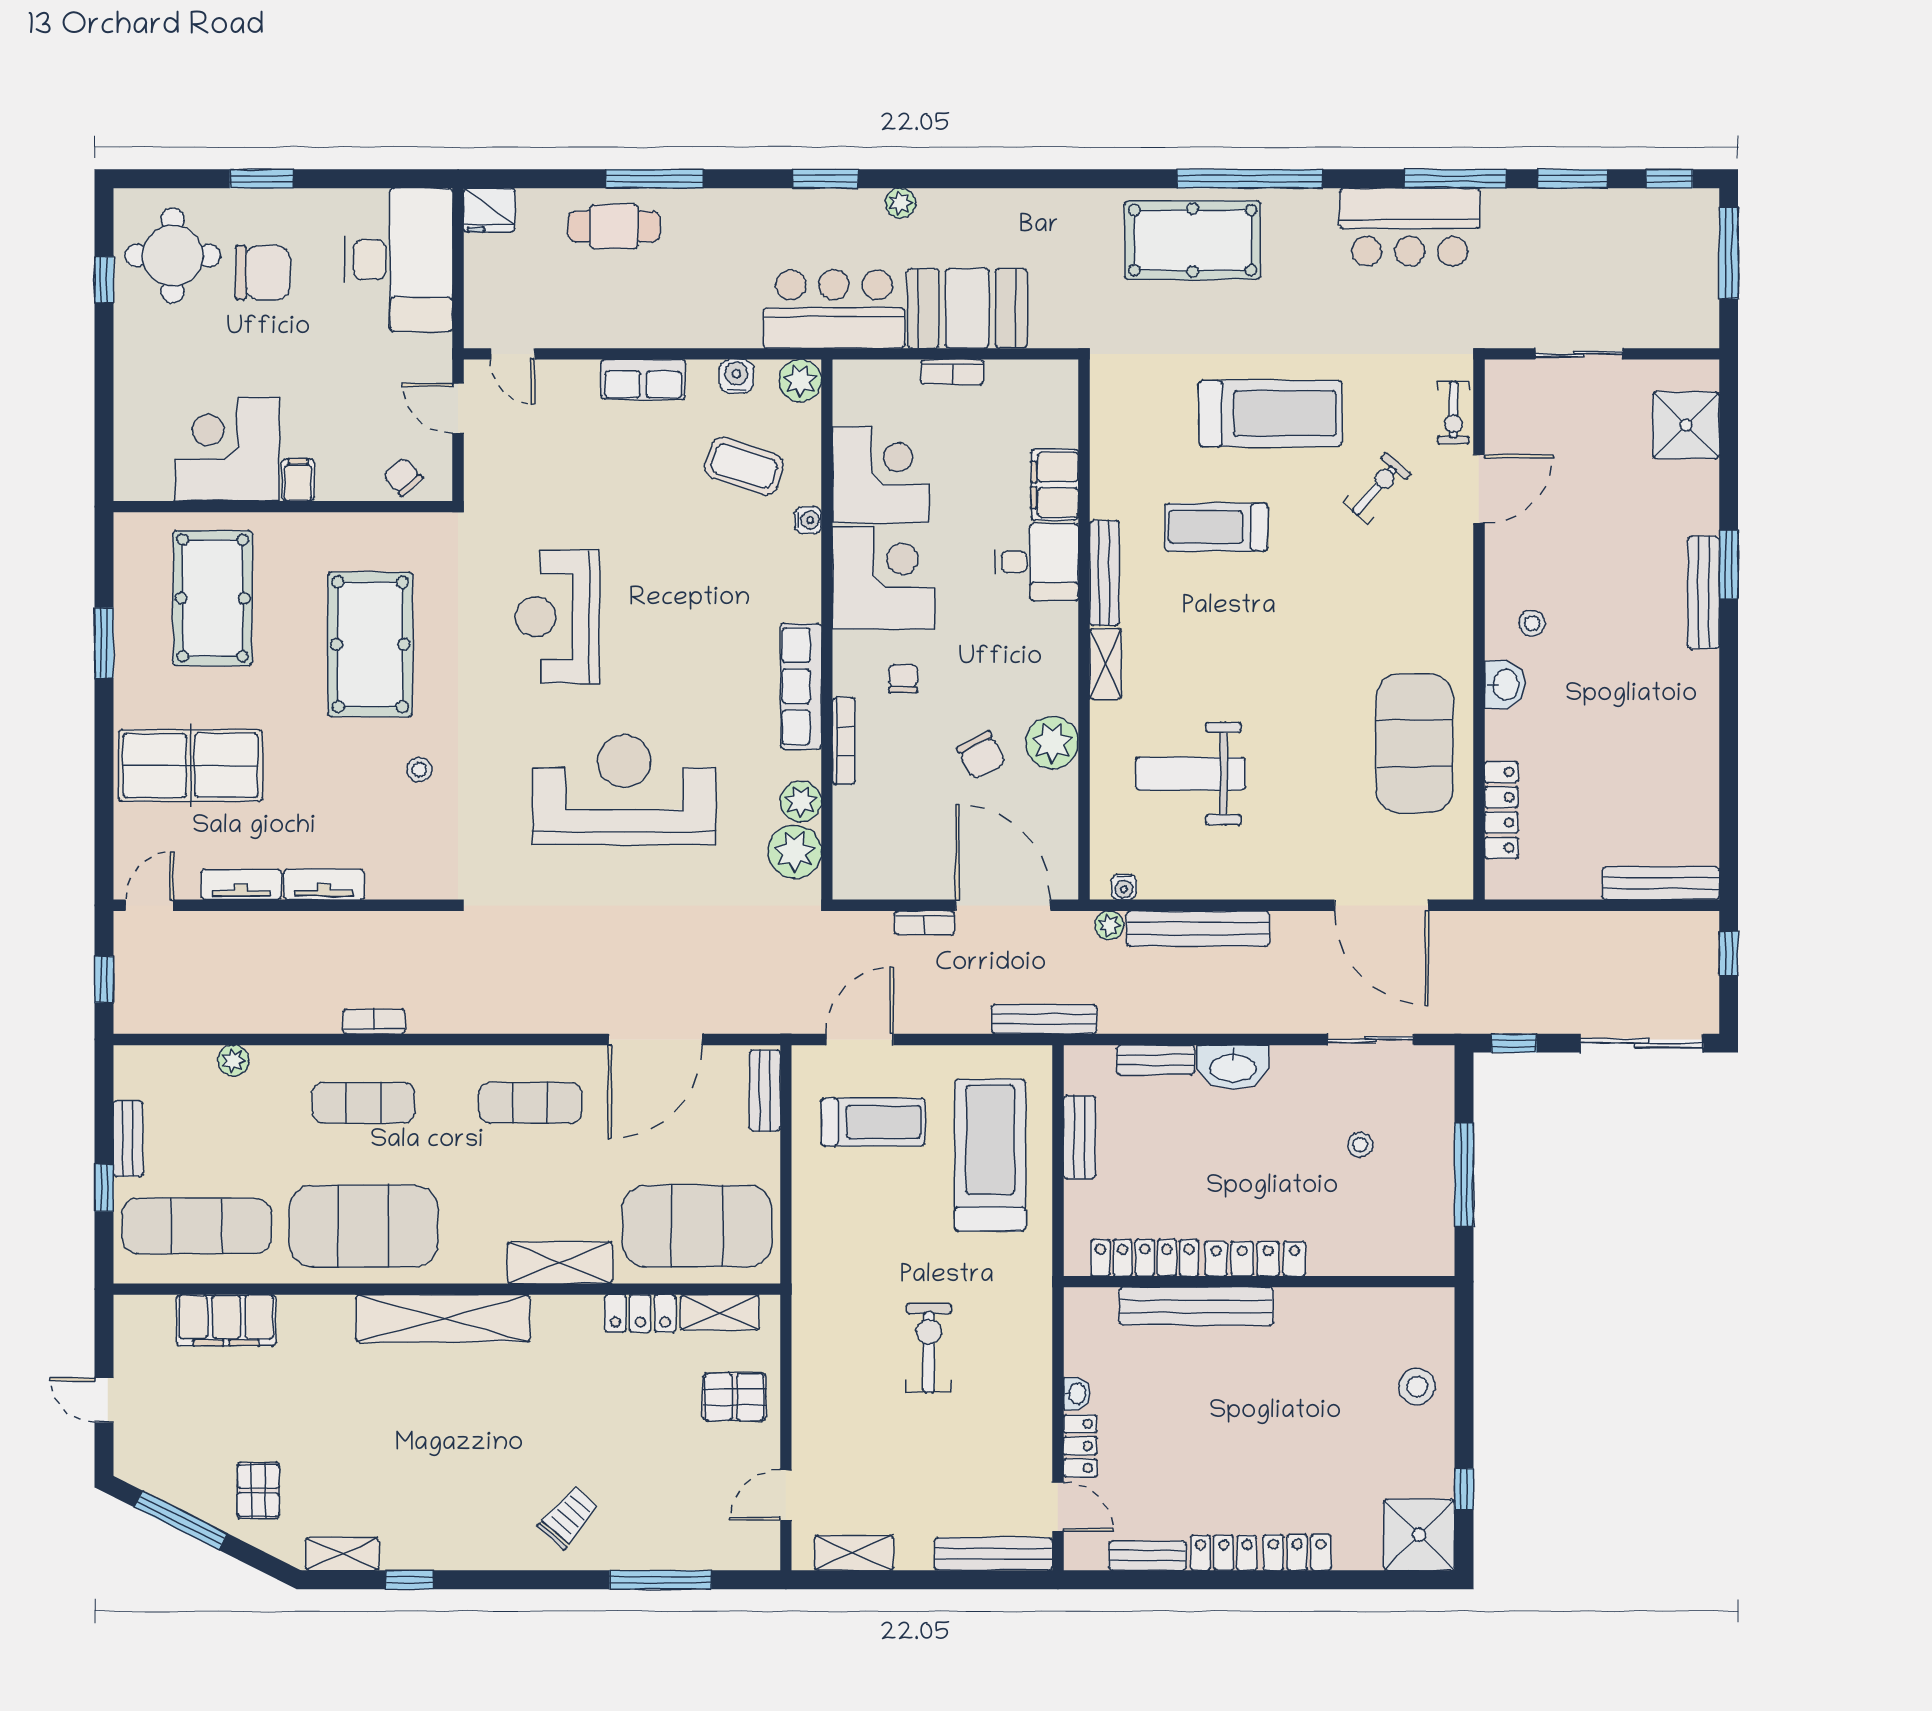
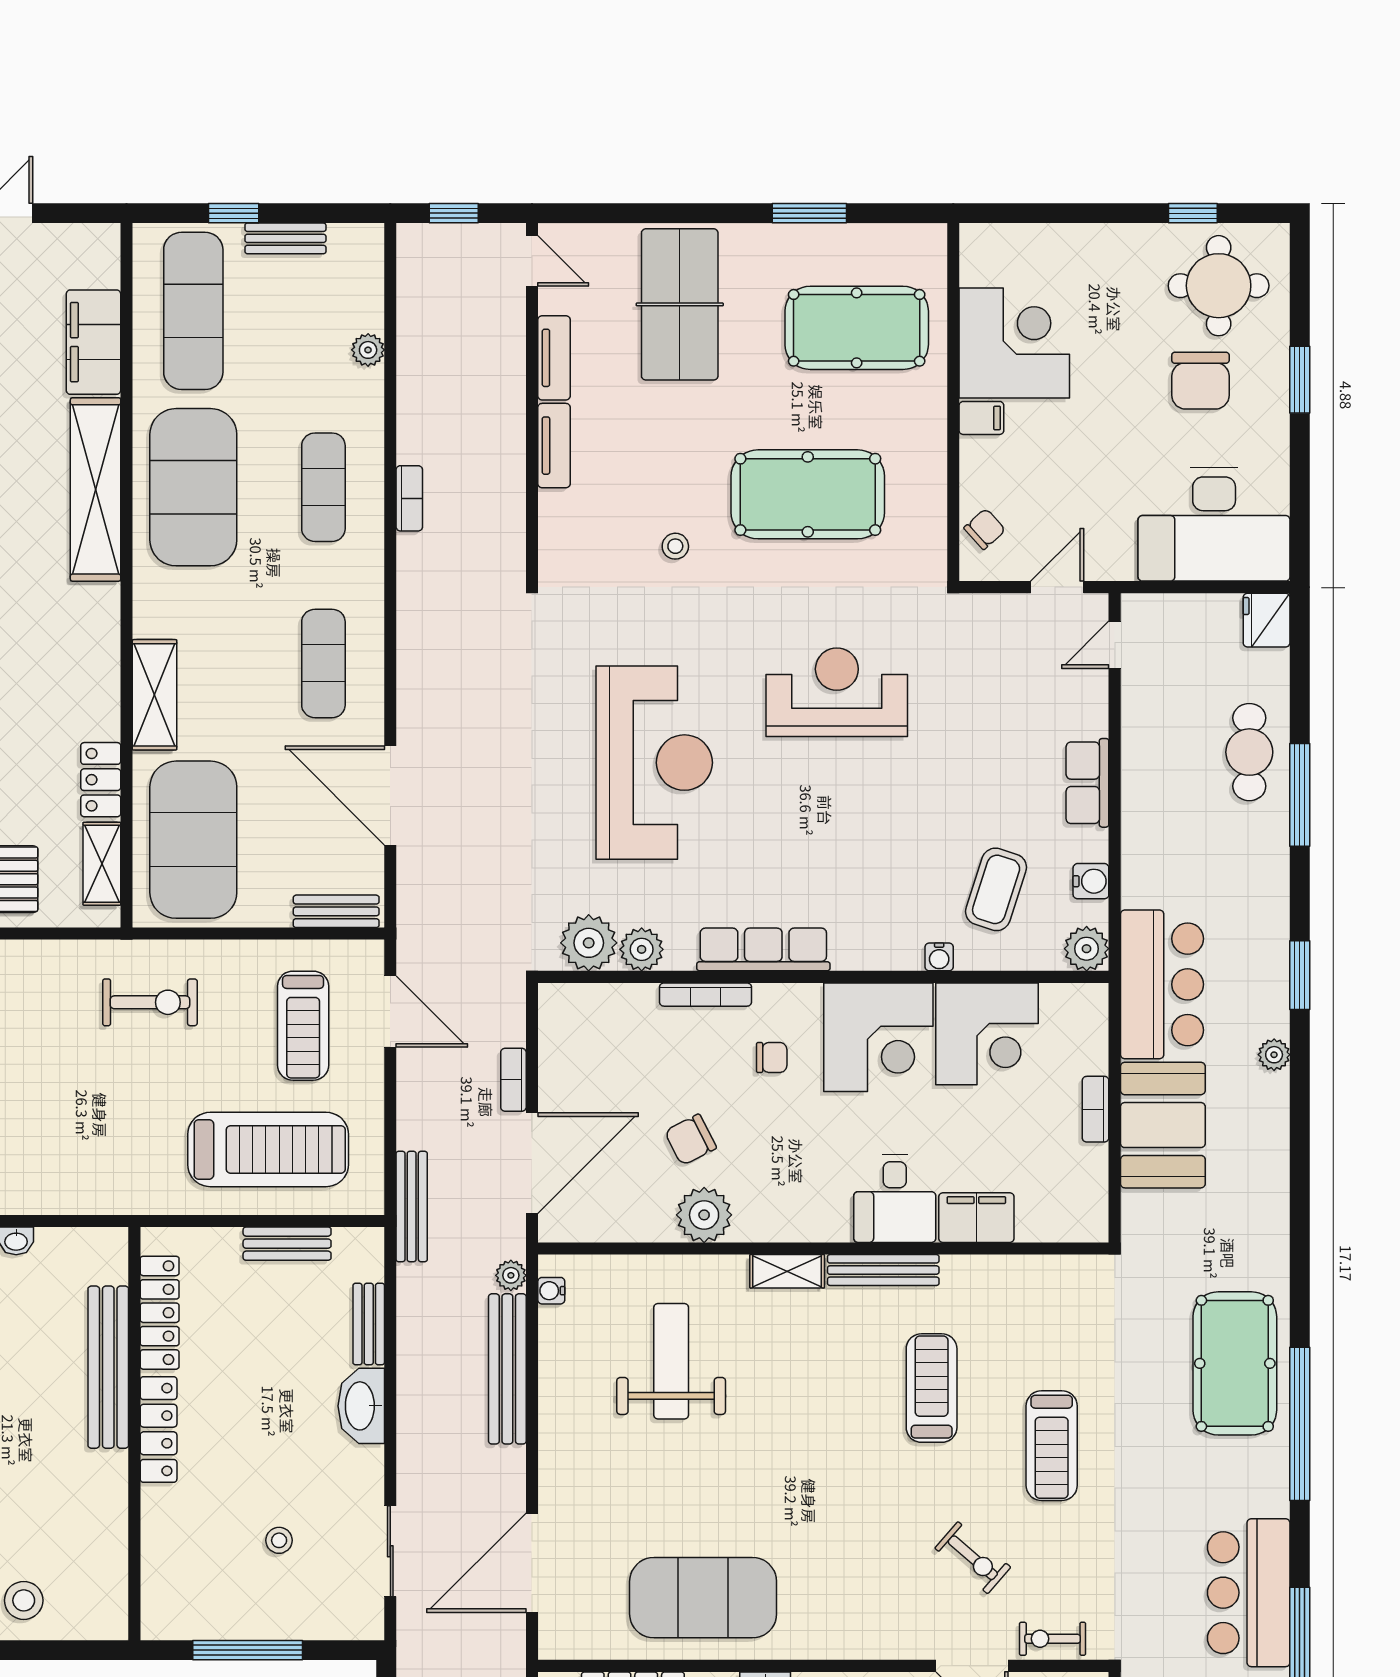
treadmill: (1271, 413) -> (1052, 1446), width x0.73, depth x0.73
shelving: (443, 1318) -> (96, 489), moved
exercise bike: (929, 1348) -> (150, 1002), moved

